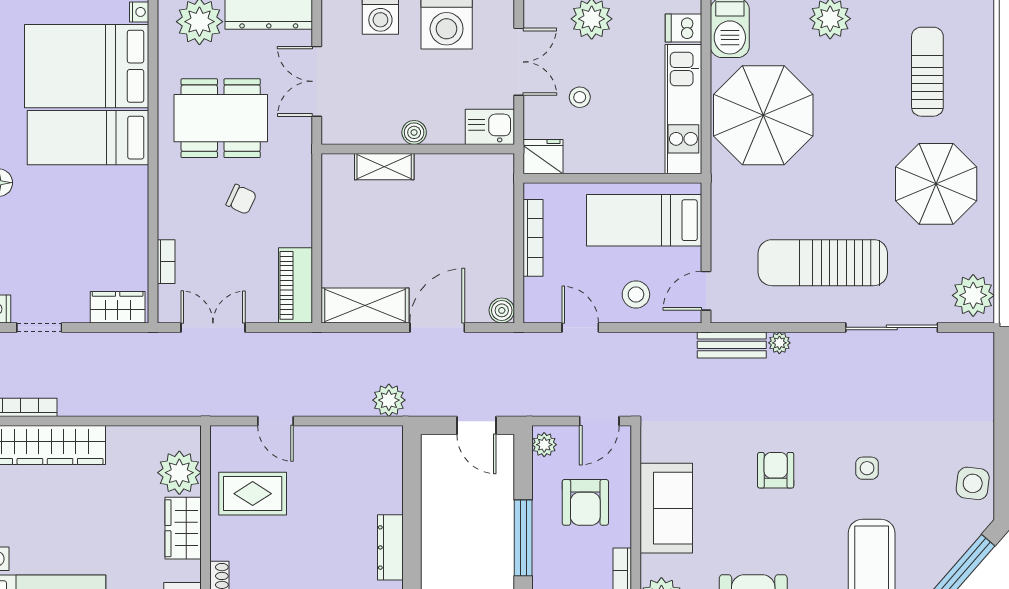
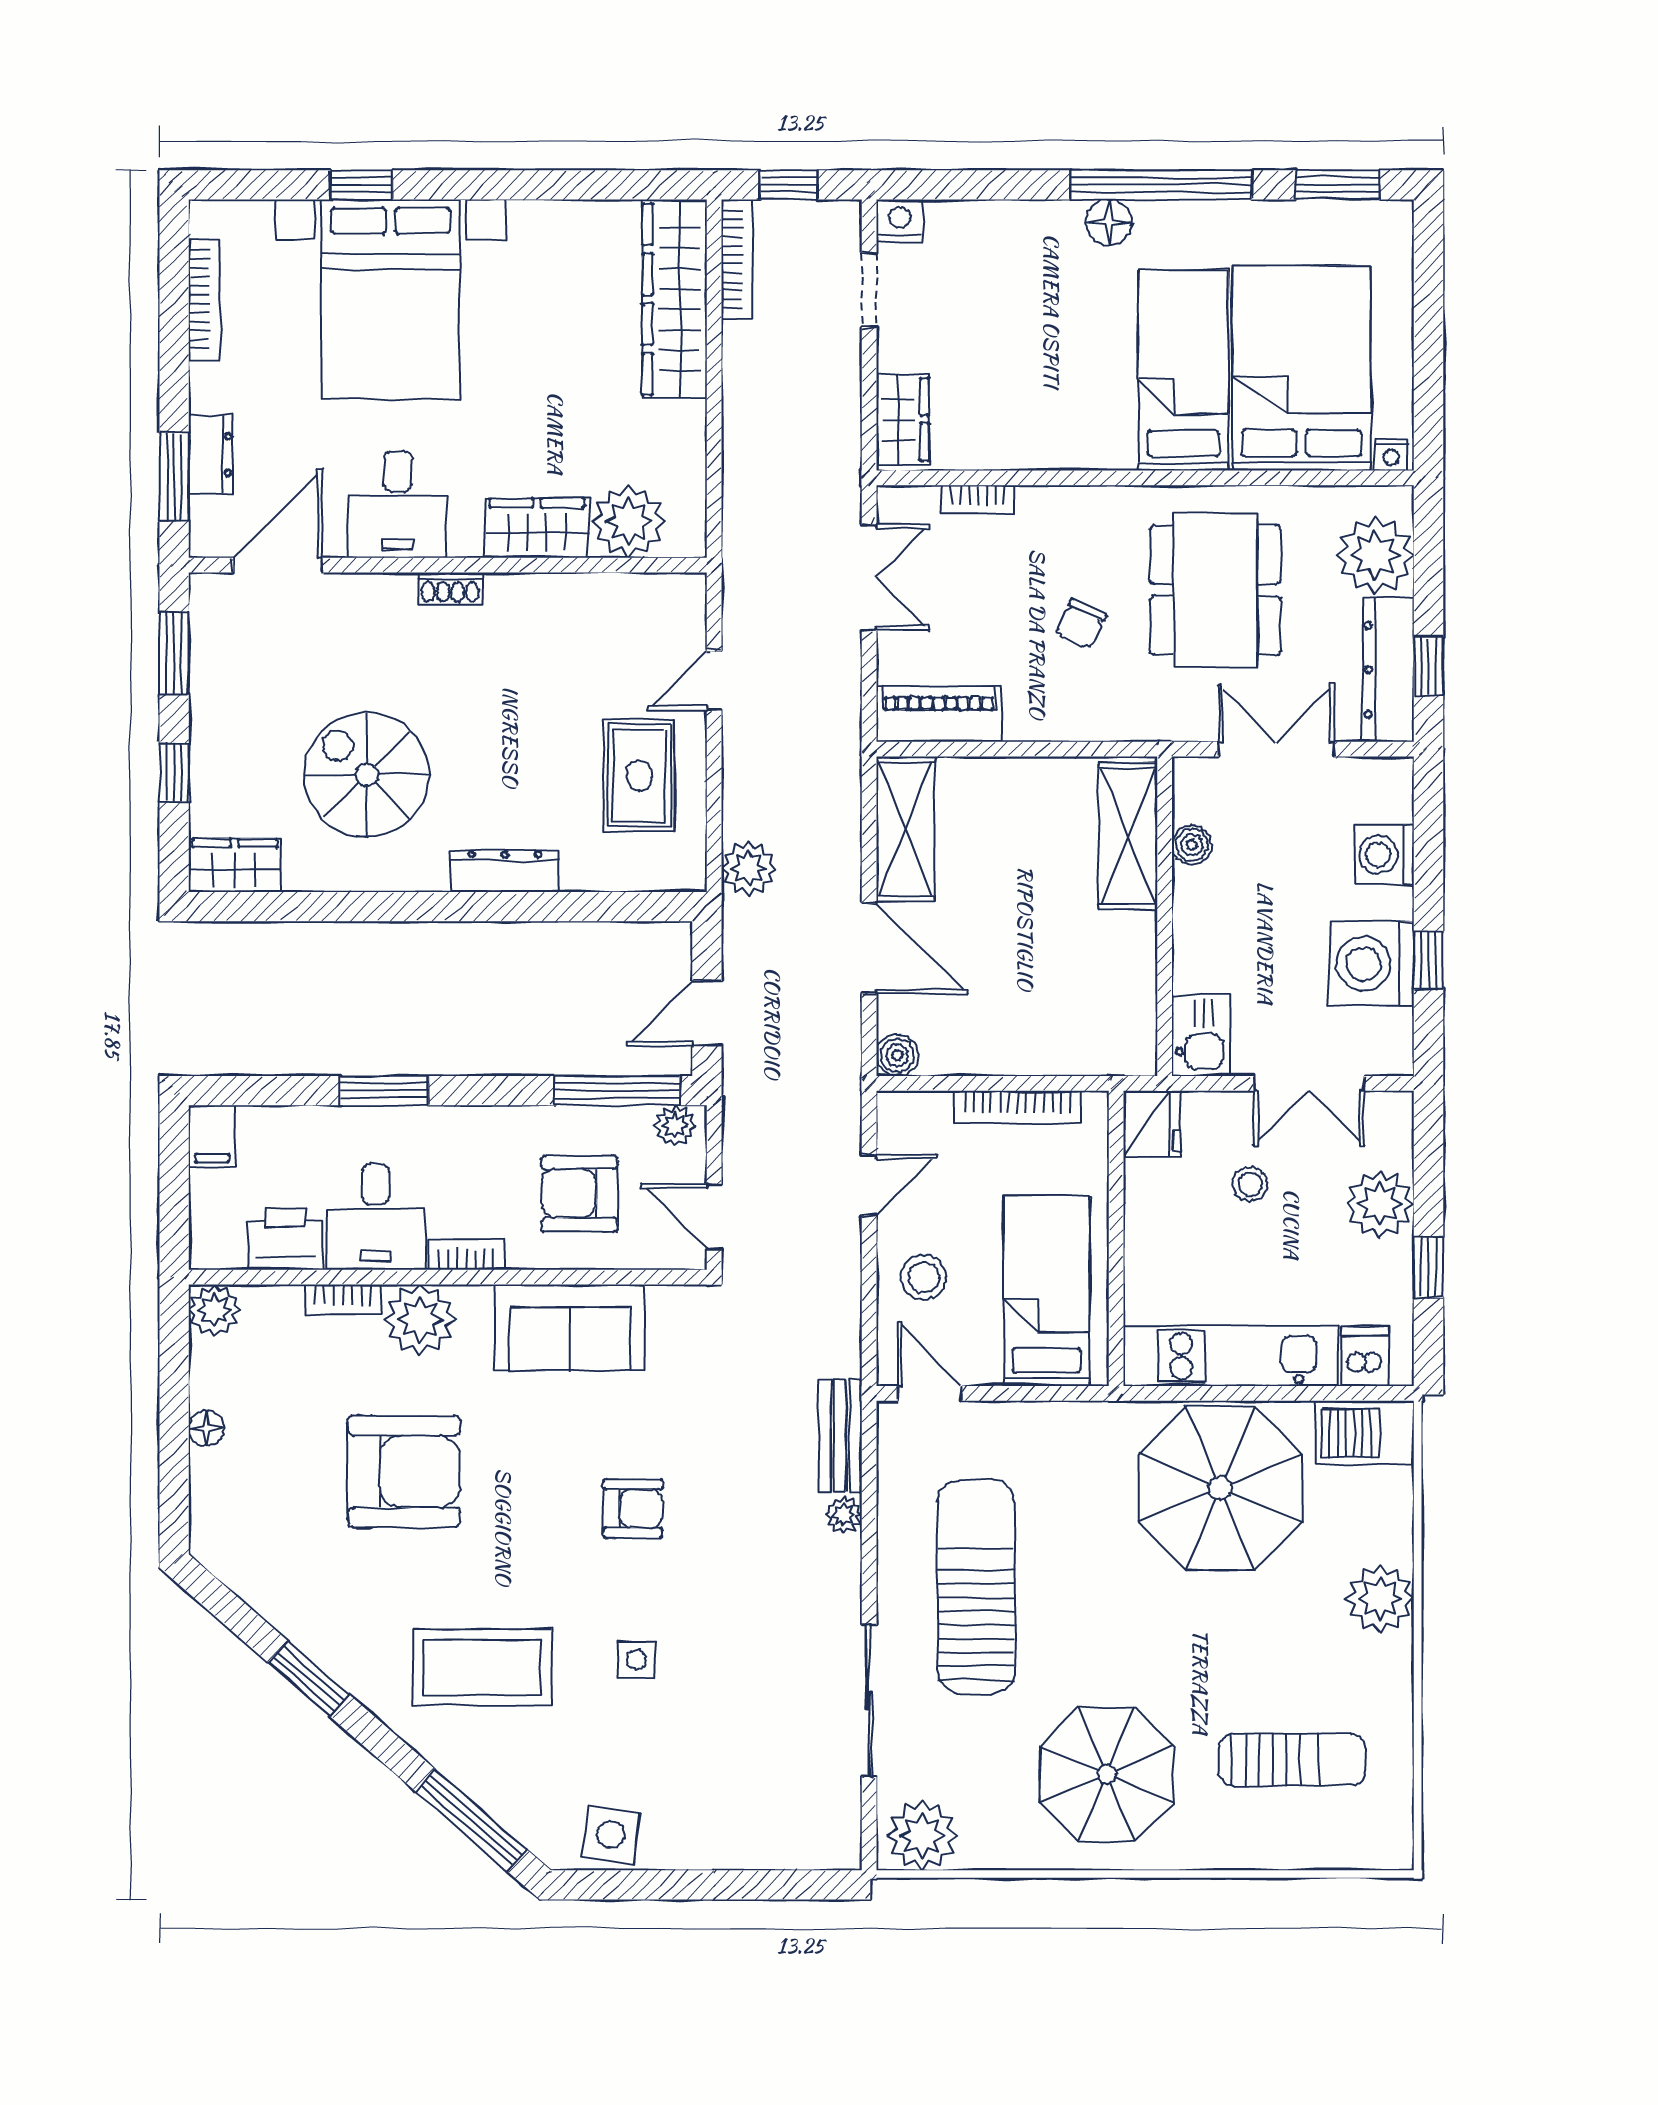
boiler: (414, 132) -> (1192, 845), moved
shelving: (384, 167) -> (1128, 836), width x1.50, depth x1.33
rug: (253, 494) -> (639, 775), moved
window: (523, 538) -> (617, 1091), moved

